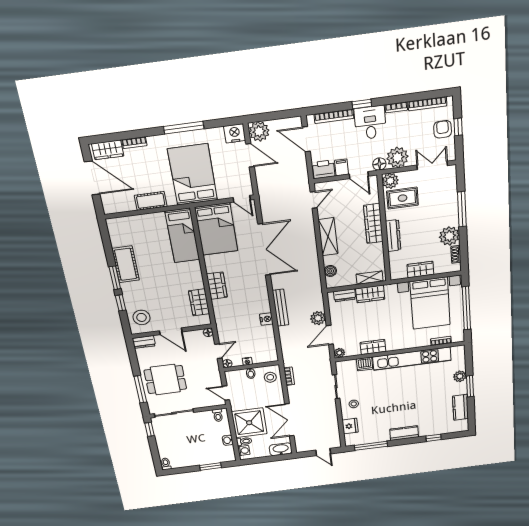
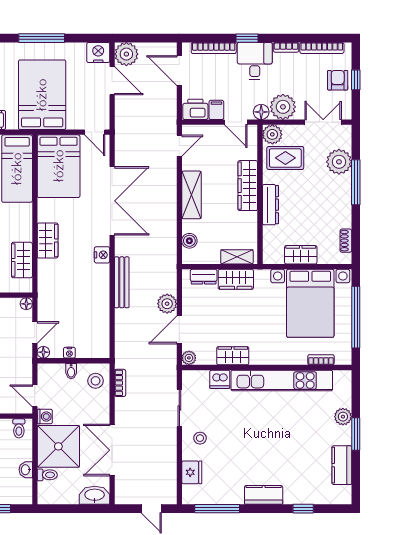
plant: (449, 236) -> (339, 162), moved
nightstand: (266, 319) -> (102, 255), moved
washing machine: (244, 451) -> (45, 417), moved

